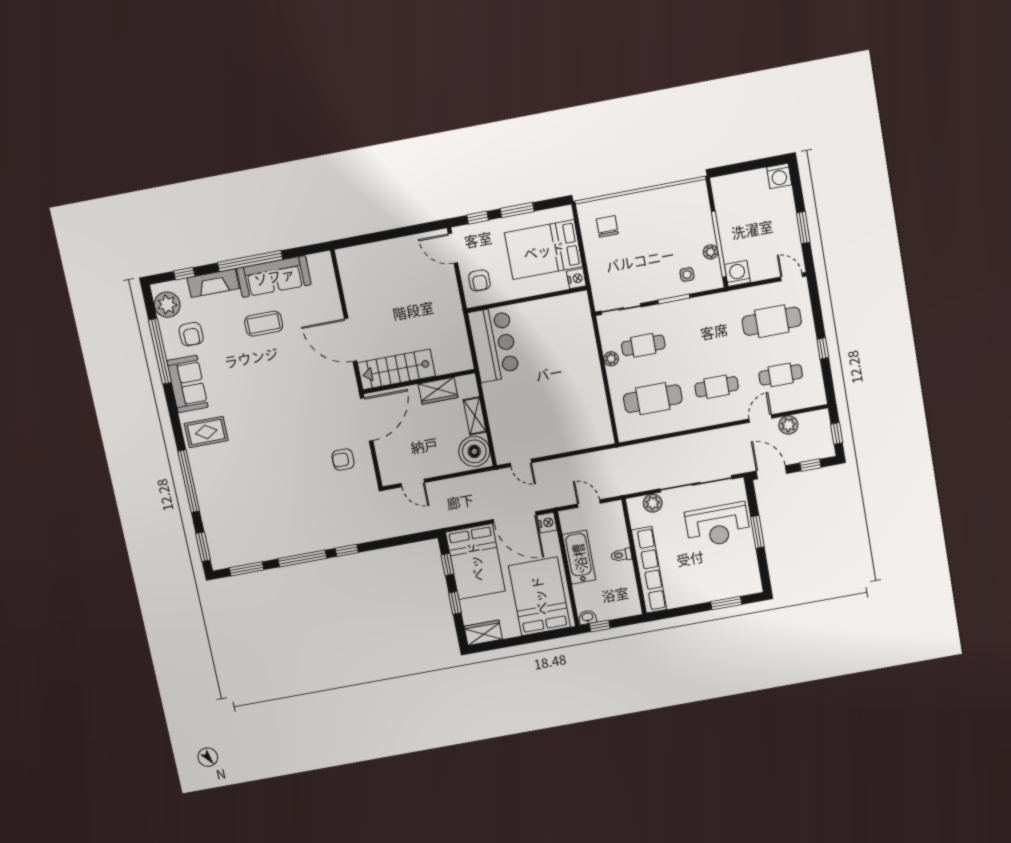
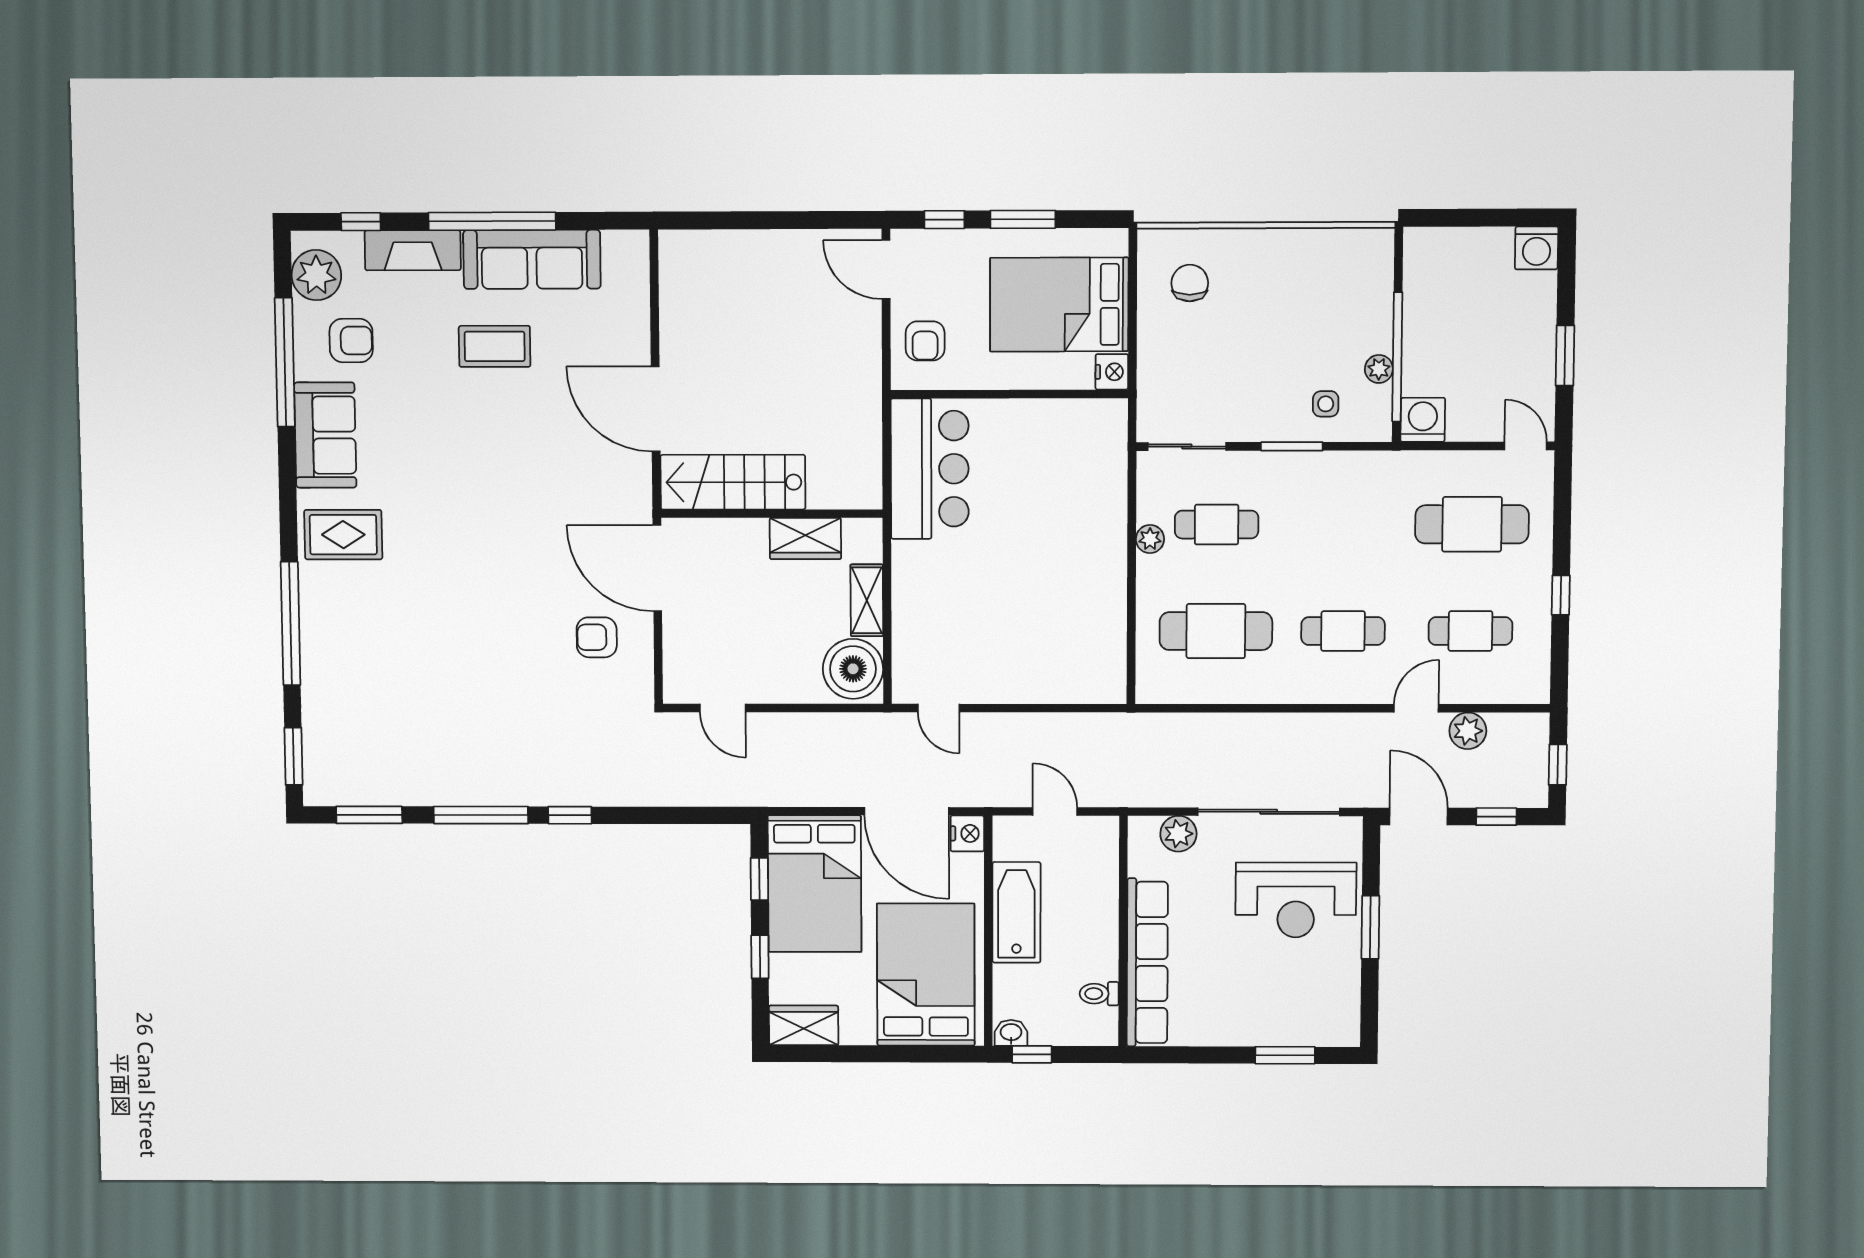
armchair: (191, 334) -> (351, 341), turned -90
door: (367, 419) -> (657, 568), swing flipped
toilet: (621, 555) -> (1099, 994), moved

